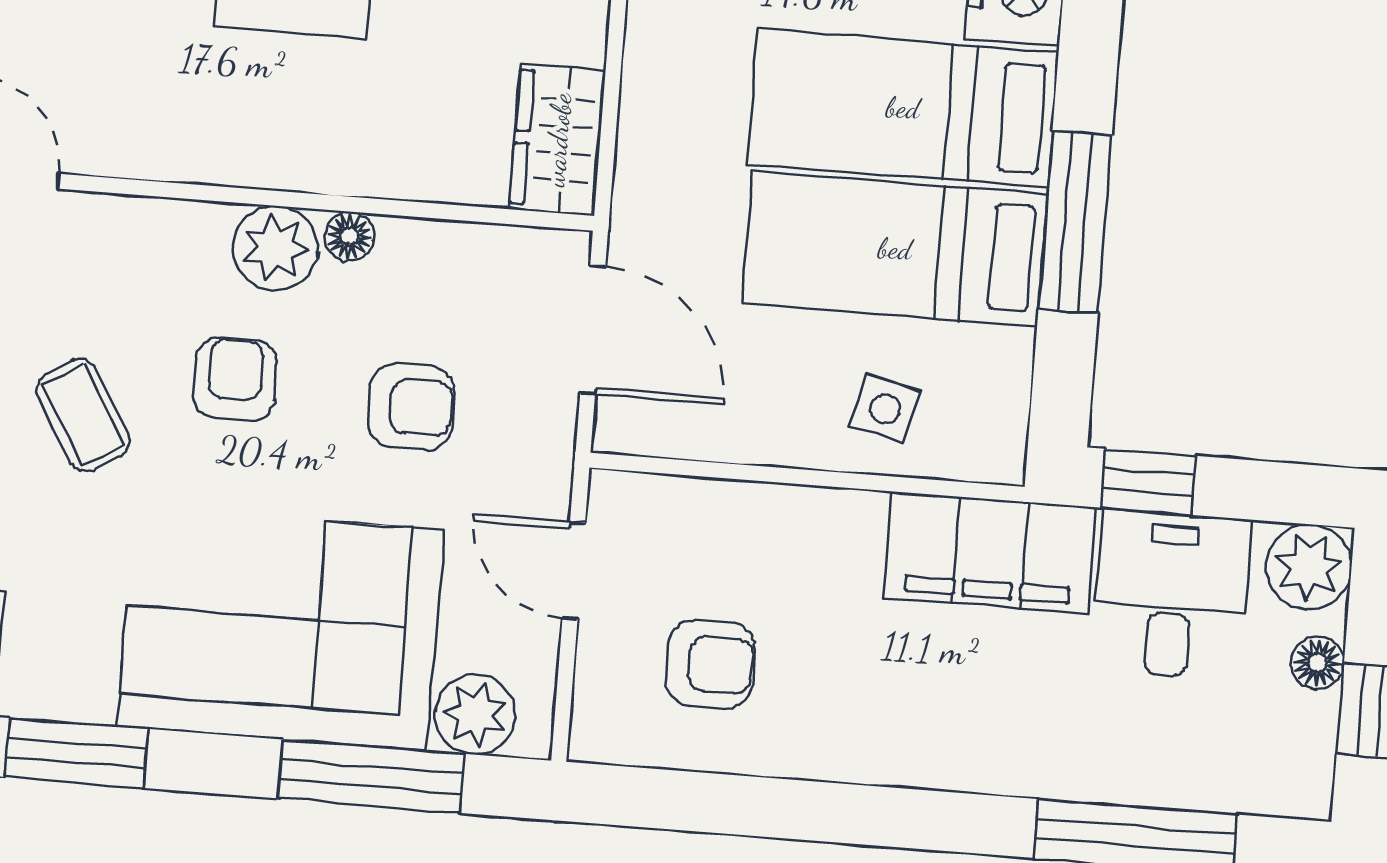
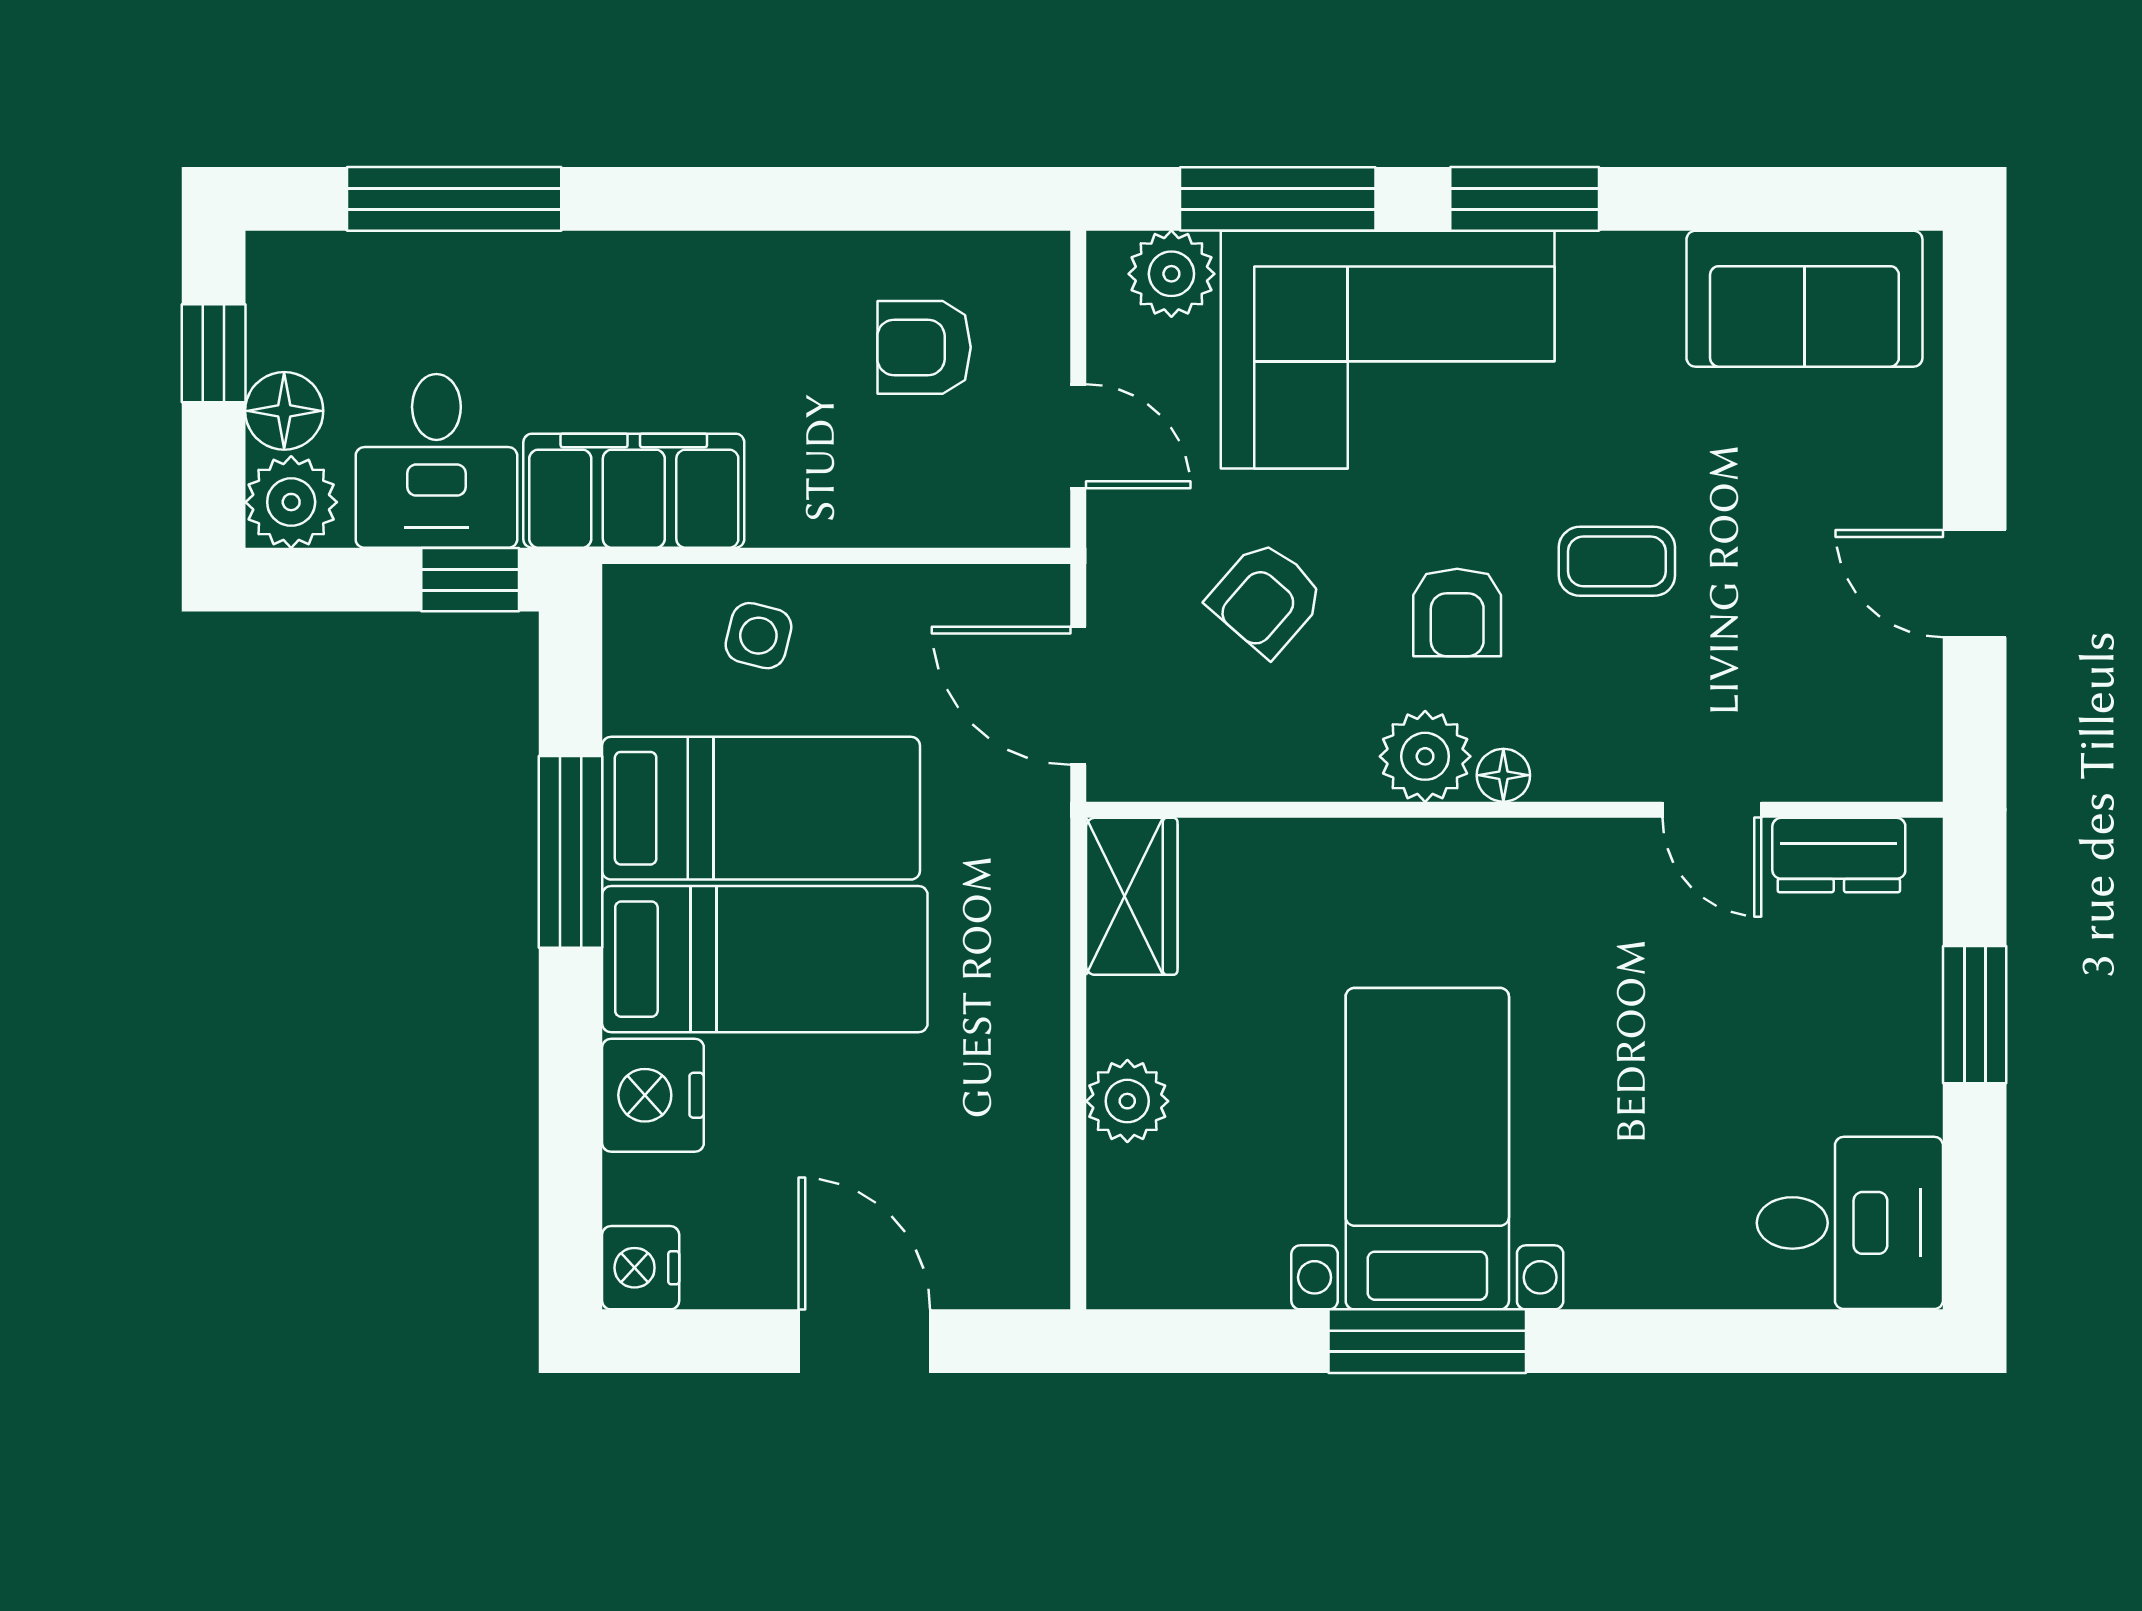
floor lamp: (349, 236) -> (1503, 775), moved
armchair: (411, 406) -> (1266, 598), turned -49
coffee table: (83, 415) -> (1617, 561), turned -59
floor lamp: (1318, 663) -> (284, 411), width x1.37, depth x1.37
window: (76, 753) -> (1525, 199), moved

